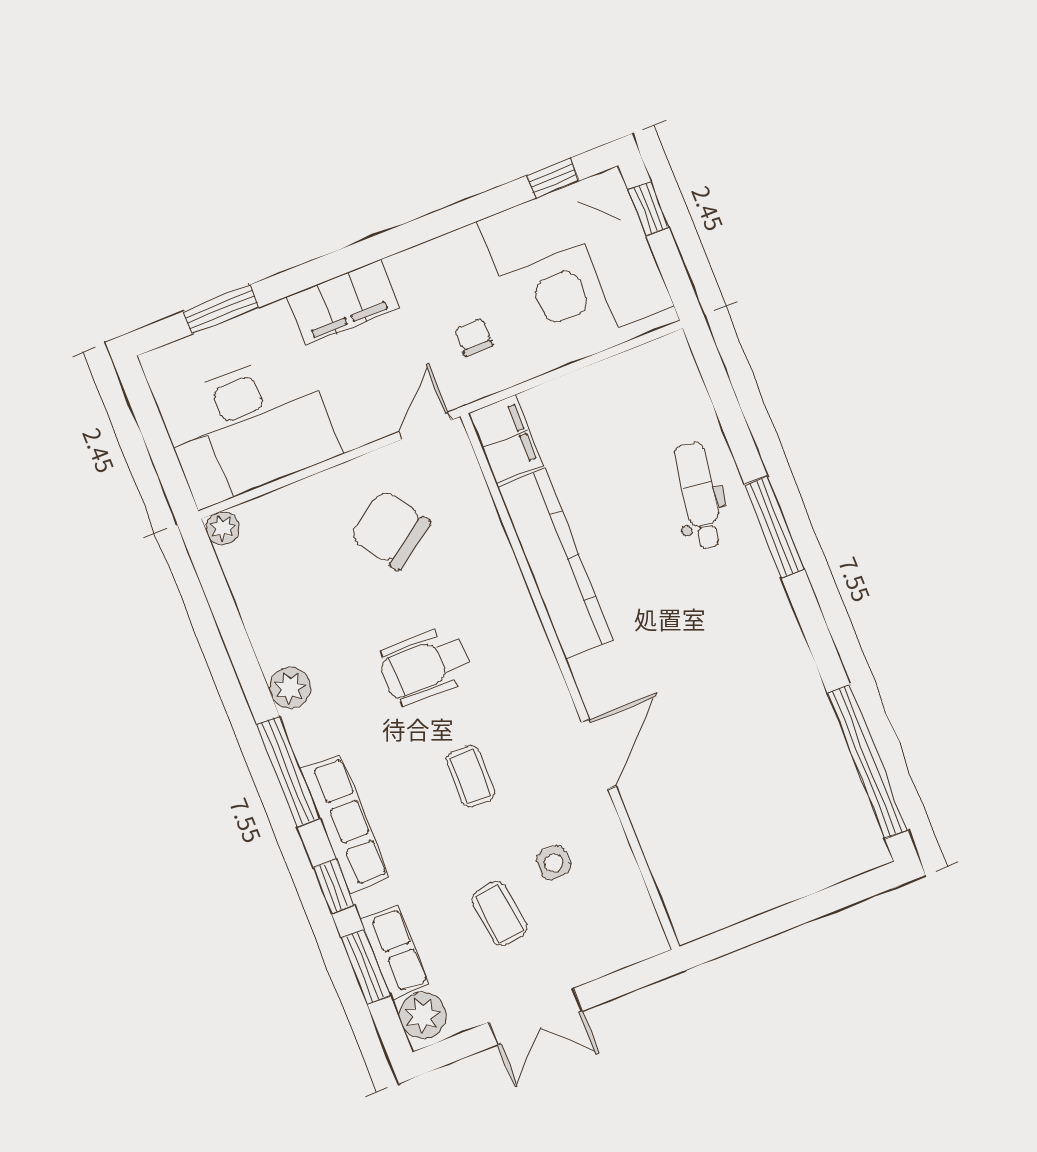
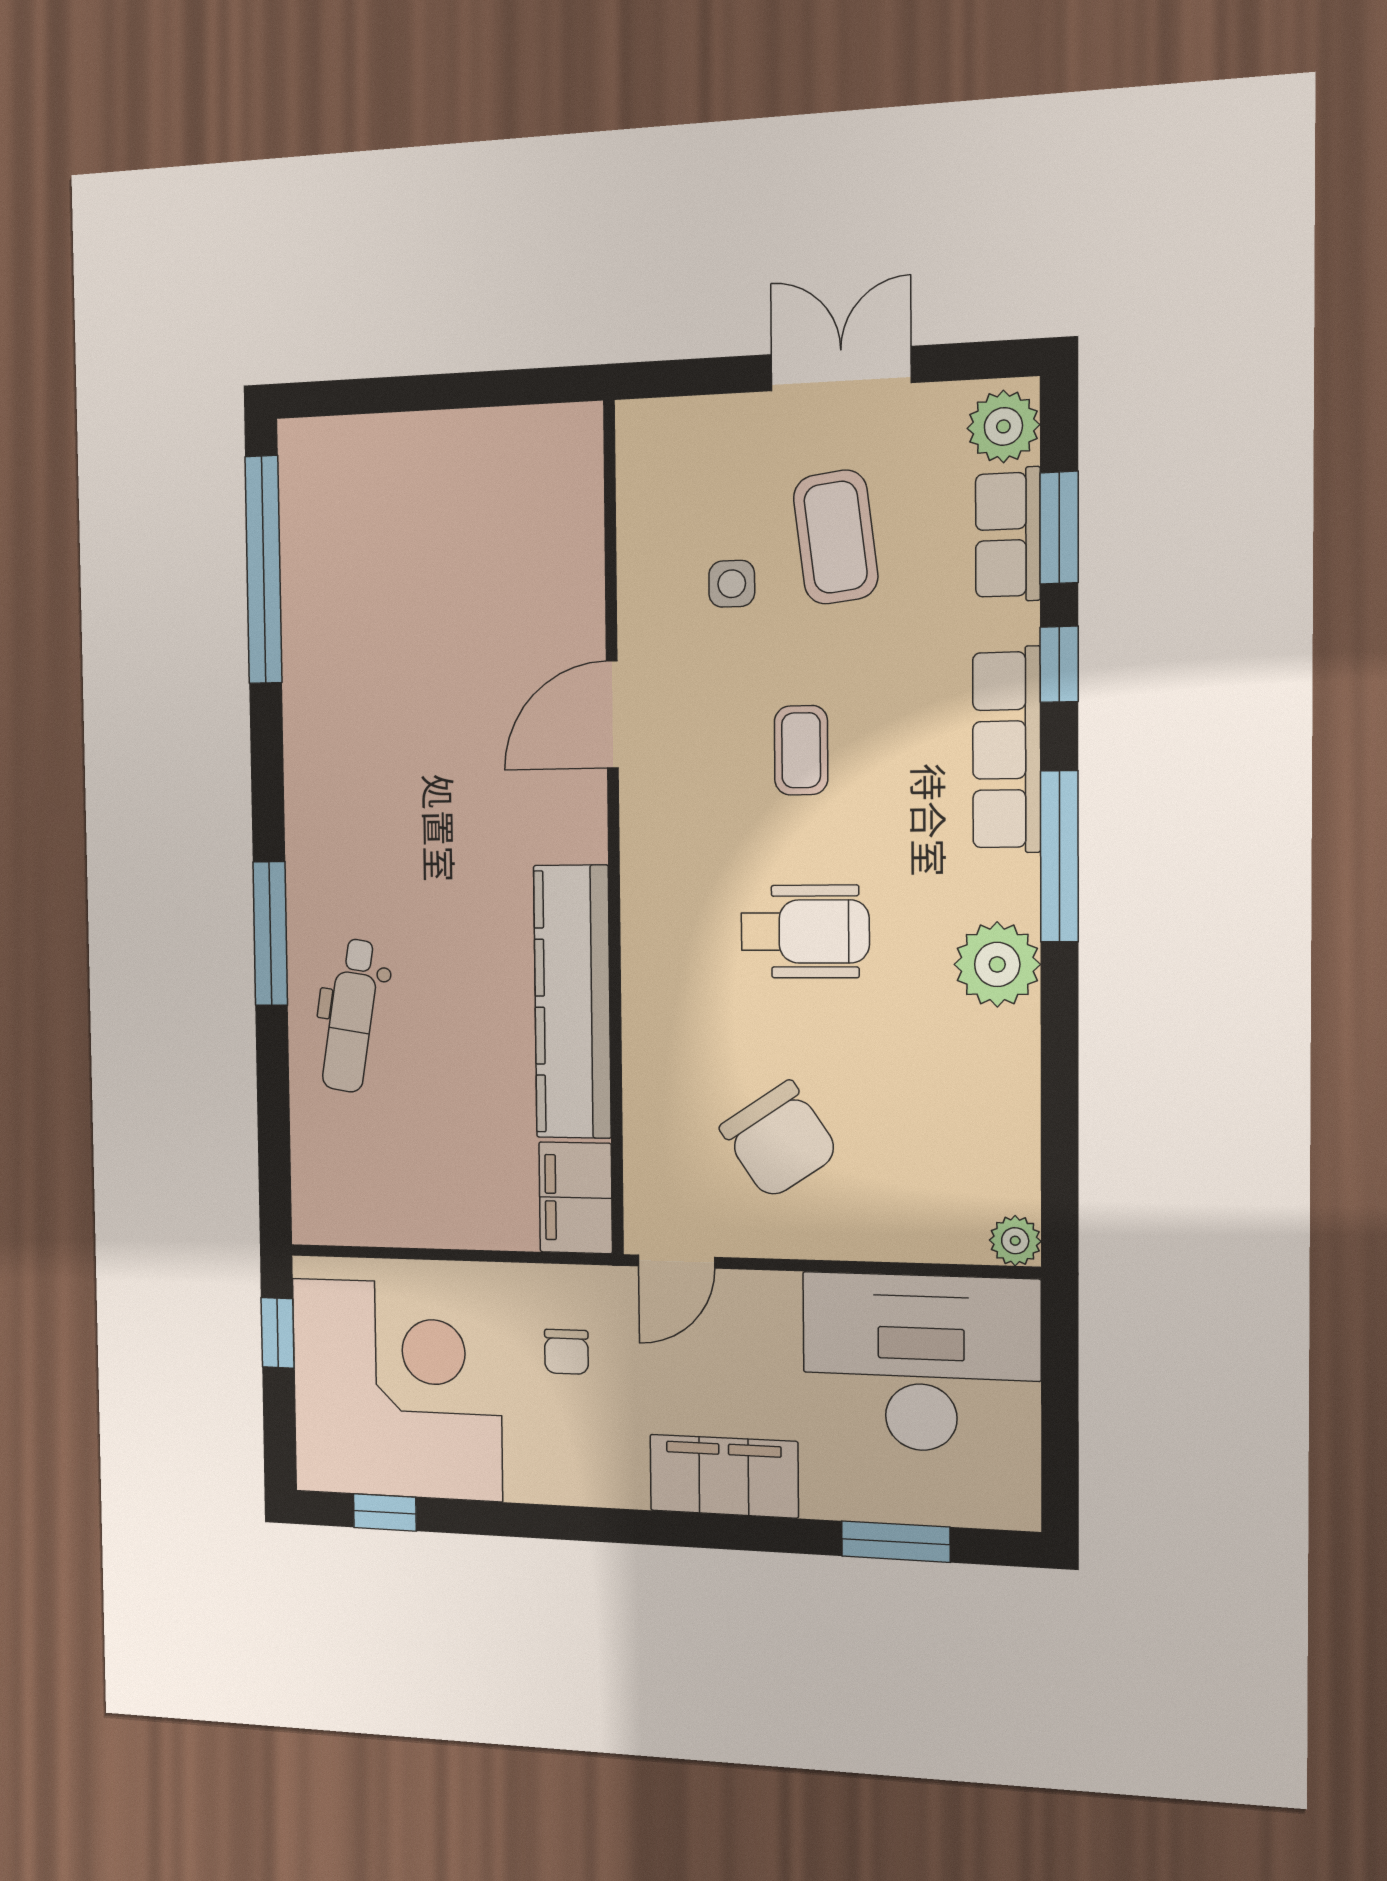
window: (649, 209) -> (278, 1333), moved
plant: (290, 688) -> (997, 964), width x1.36, depth x1.36
coffee table: (499, 914) -> (836, 537), width x1.36, depth x1.30

